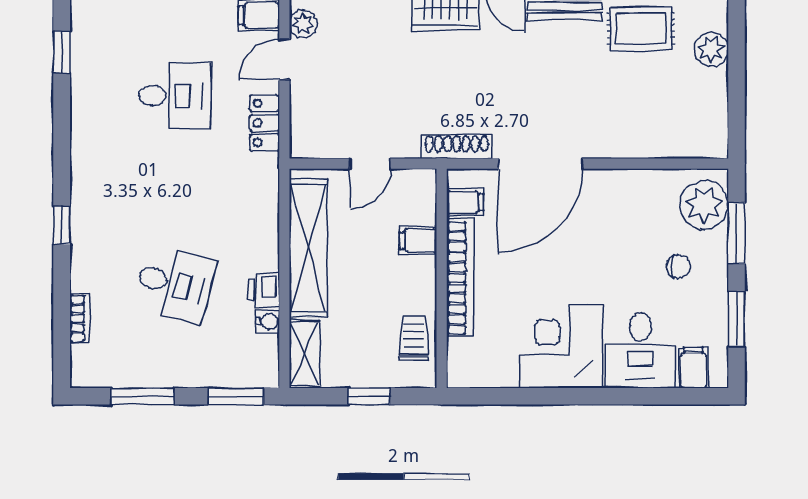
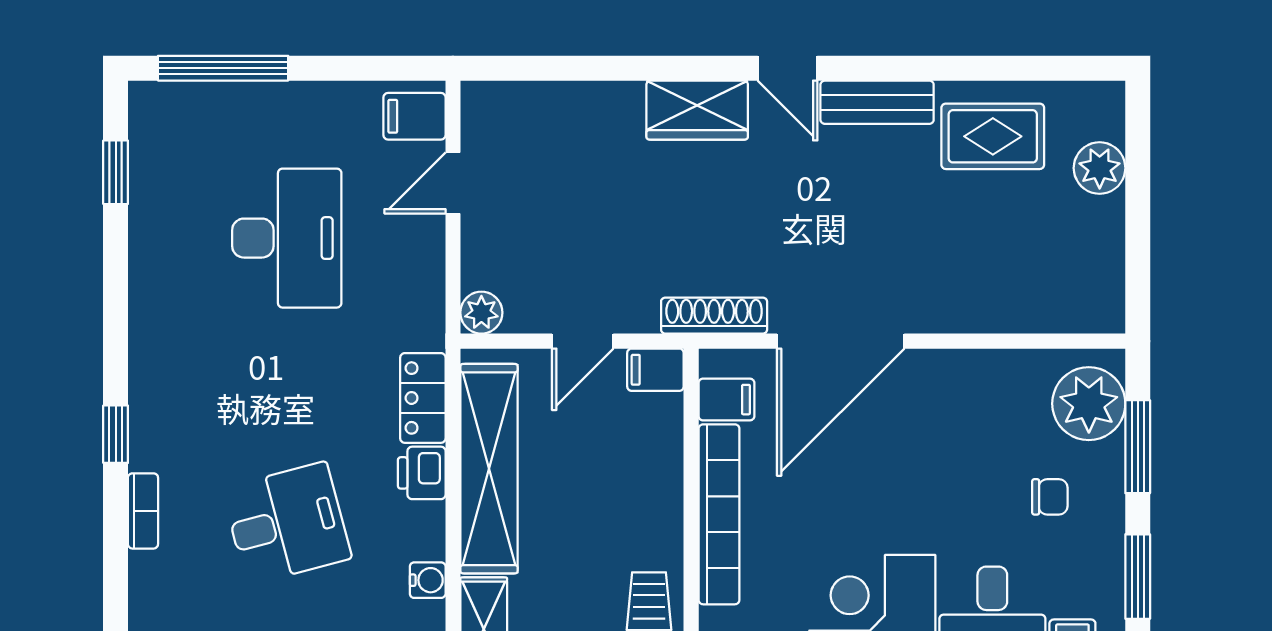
plant: (303, 24) -> (481, 313), moved
desk: (175, 96) -> (287, 238), width x1.37
locker: (265, 123) -> (423, 398), moved
filing cabinet: (418, 241) -> (655, 370), moved
desk: (175, 284) -> (287, 524), turned -30
printer: (264, 290) -> (422, 473), moved
bookcase: (80, 318) -> (143, 511), moved

